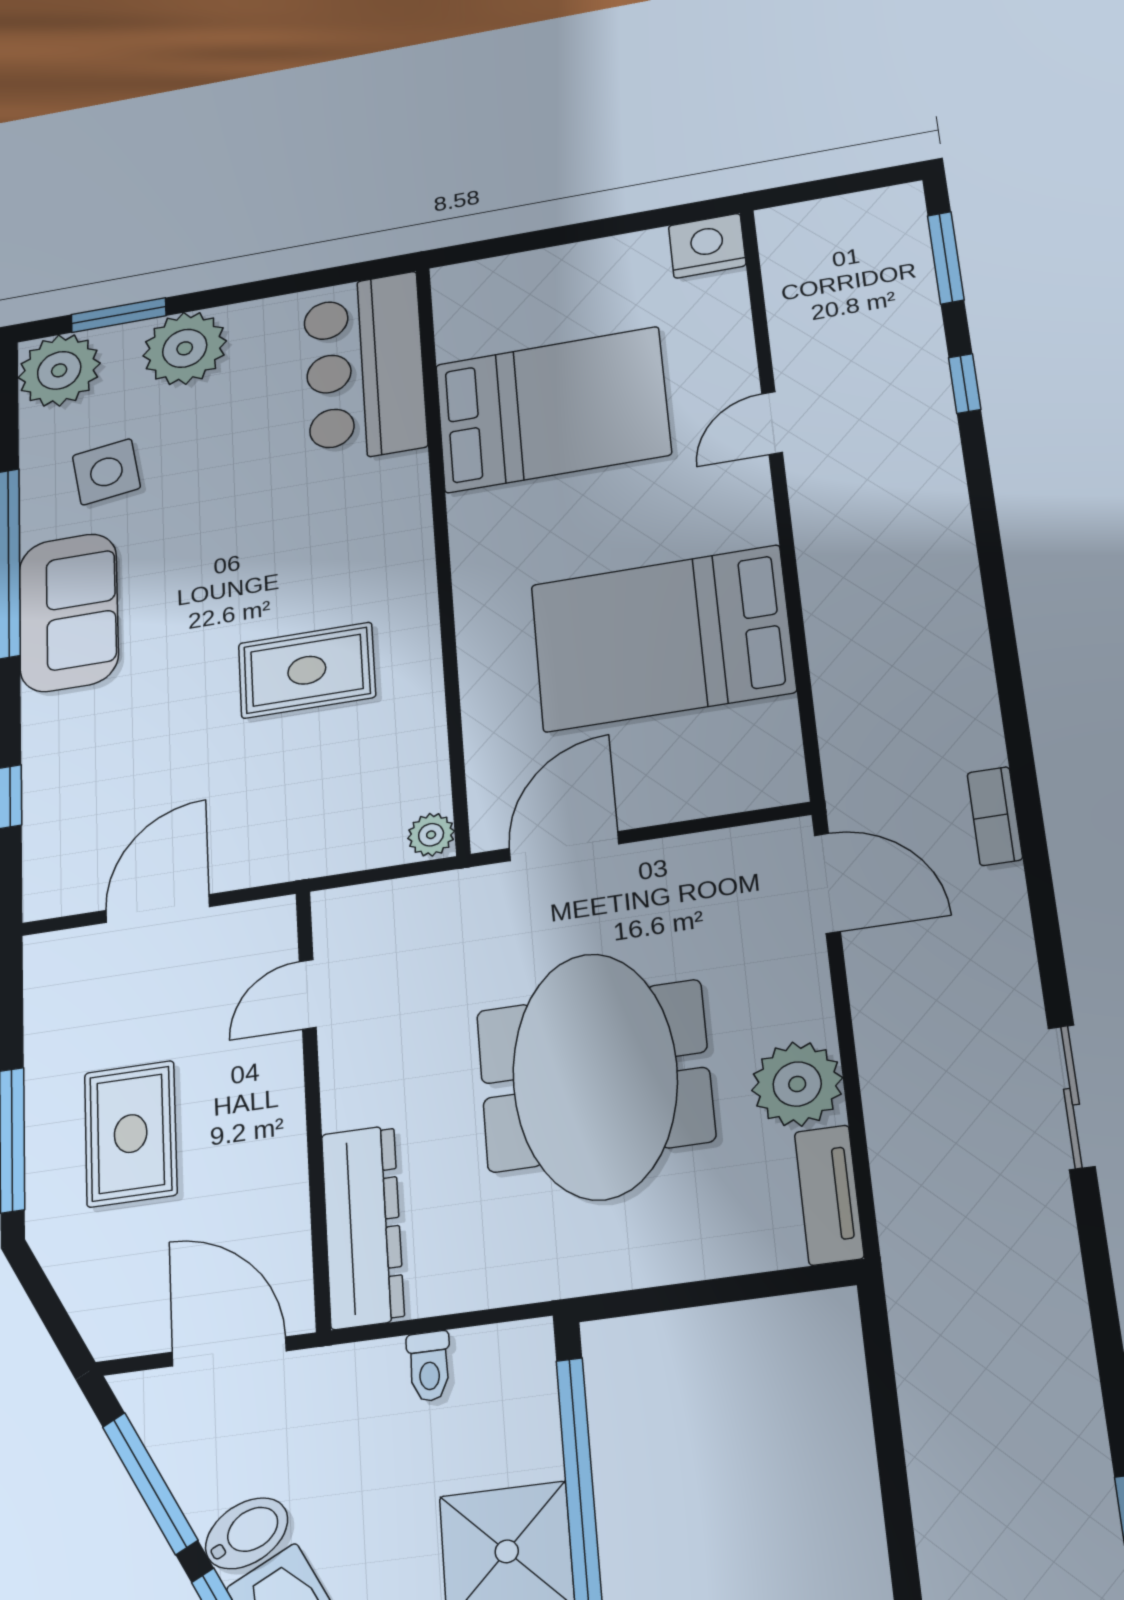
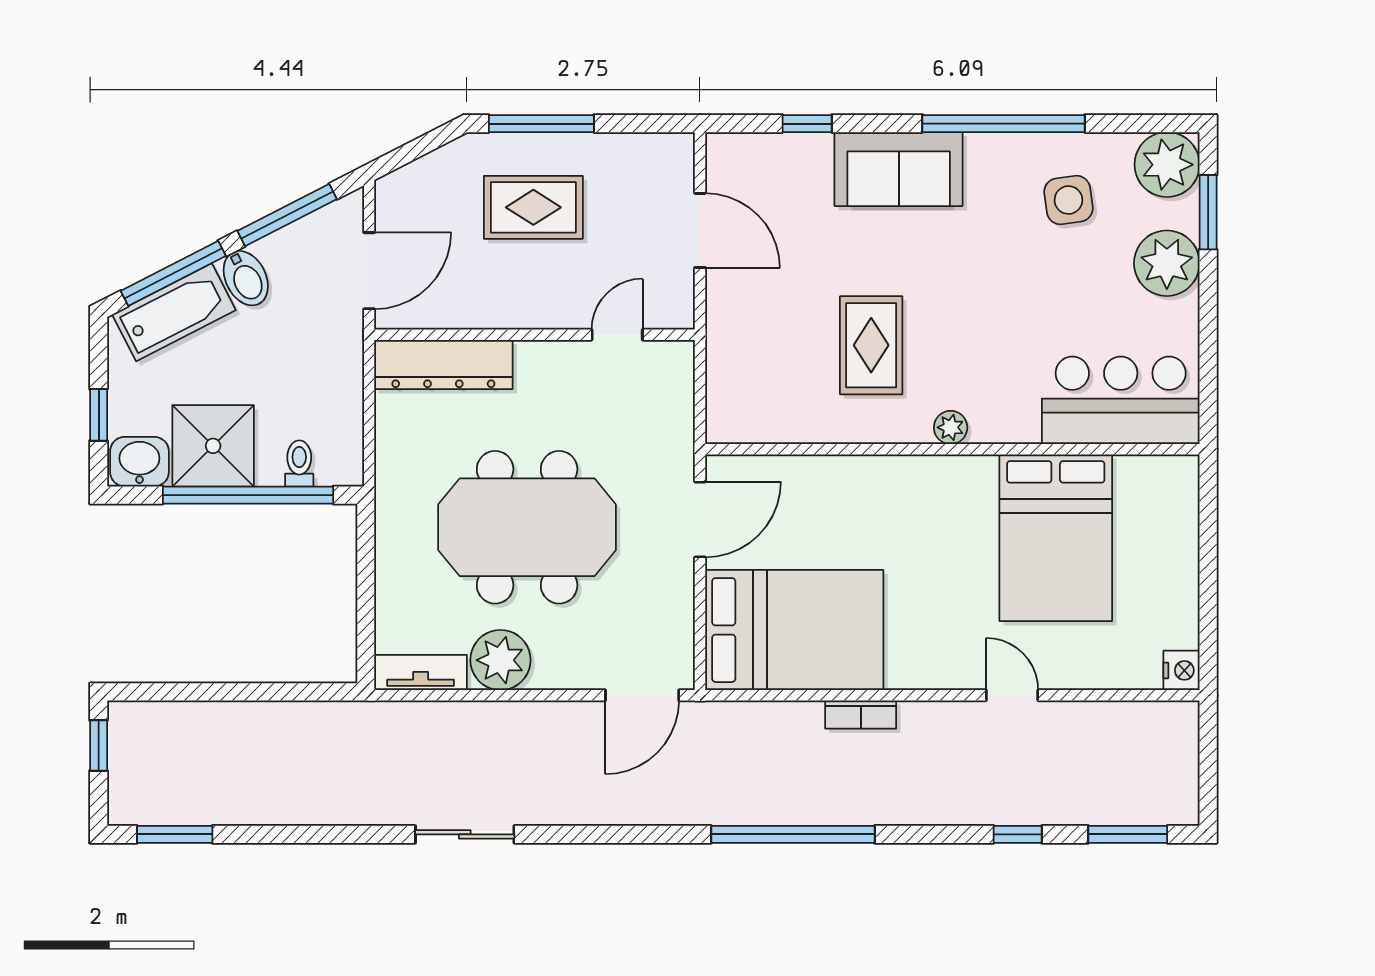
nightstand: (707, 246) -> (1181, 670), width x0.74, depth x0.75
sofa: (68, 612) -> (899, 169), moved
bed: (662, 638) -> (794, 630), moved, turned 90
window: (1005, 656) -> (793, 834), added
bookcase: (995, 816) -> (861, 715), moved, turned 180
plant: (431, 835) -> (951, 427), moved
door: (564, 846) -> (700, 519), hinge flipped
door: (308, 994) -> (617, 335), hinge flipped
toilet: (429, 1366) -> (299, 463), moved, turned 90

